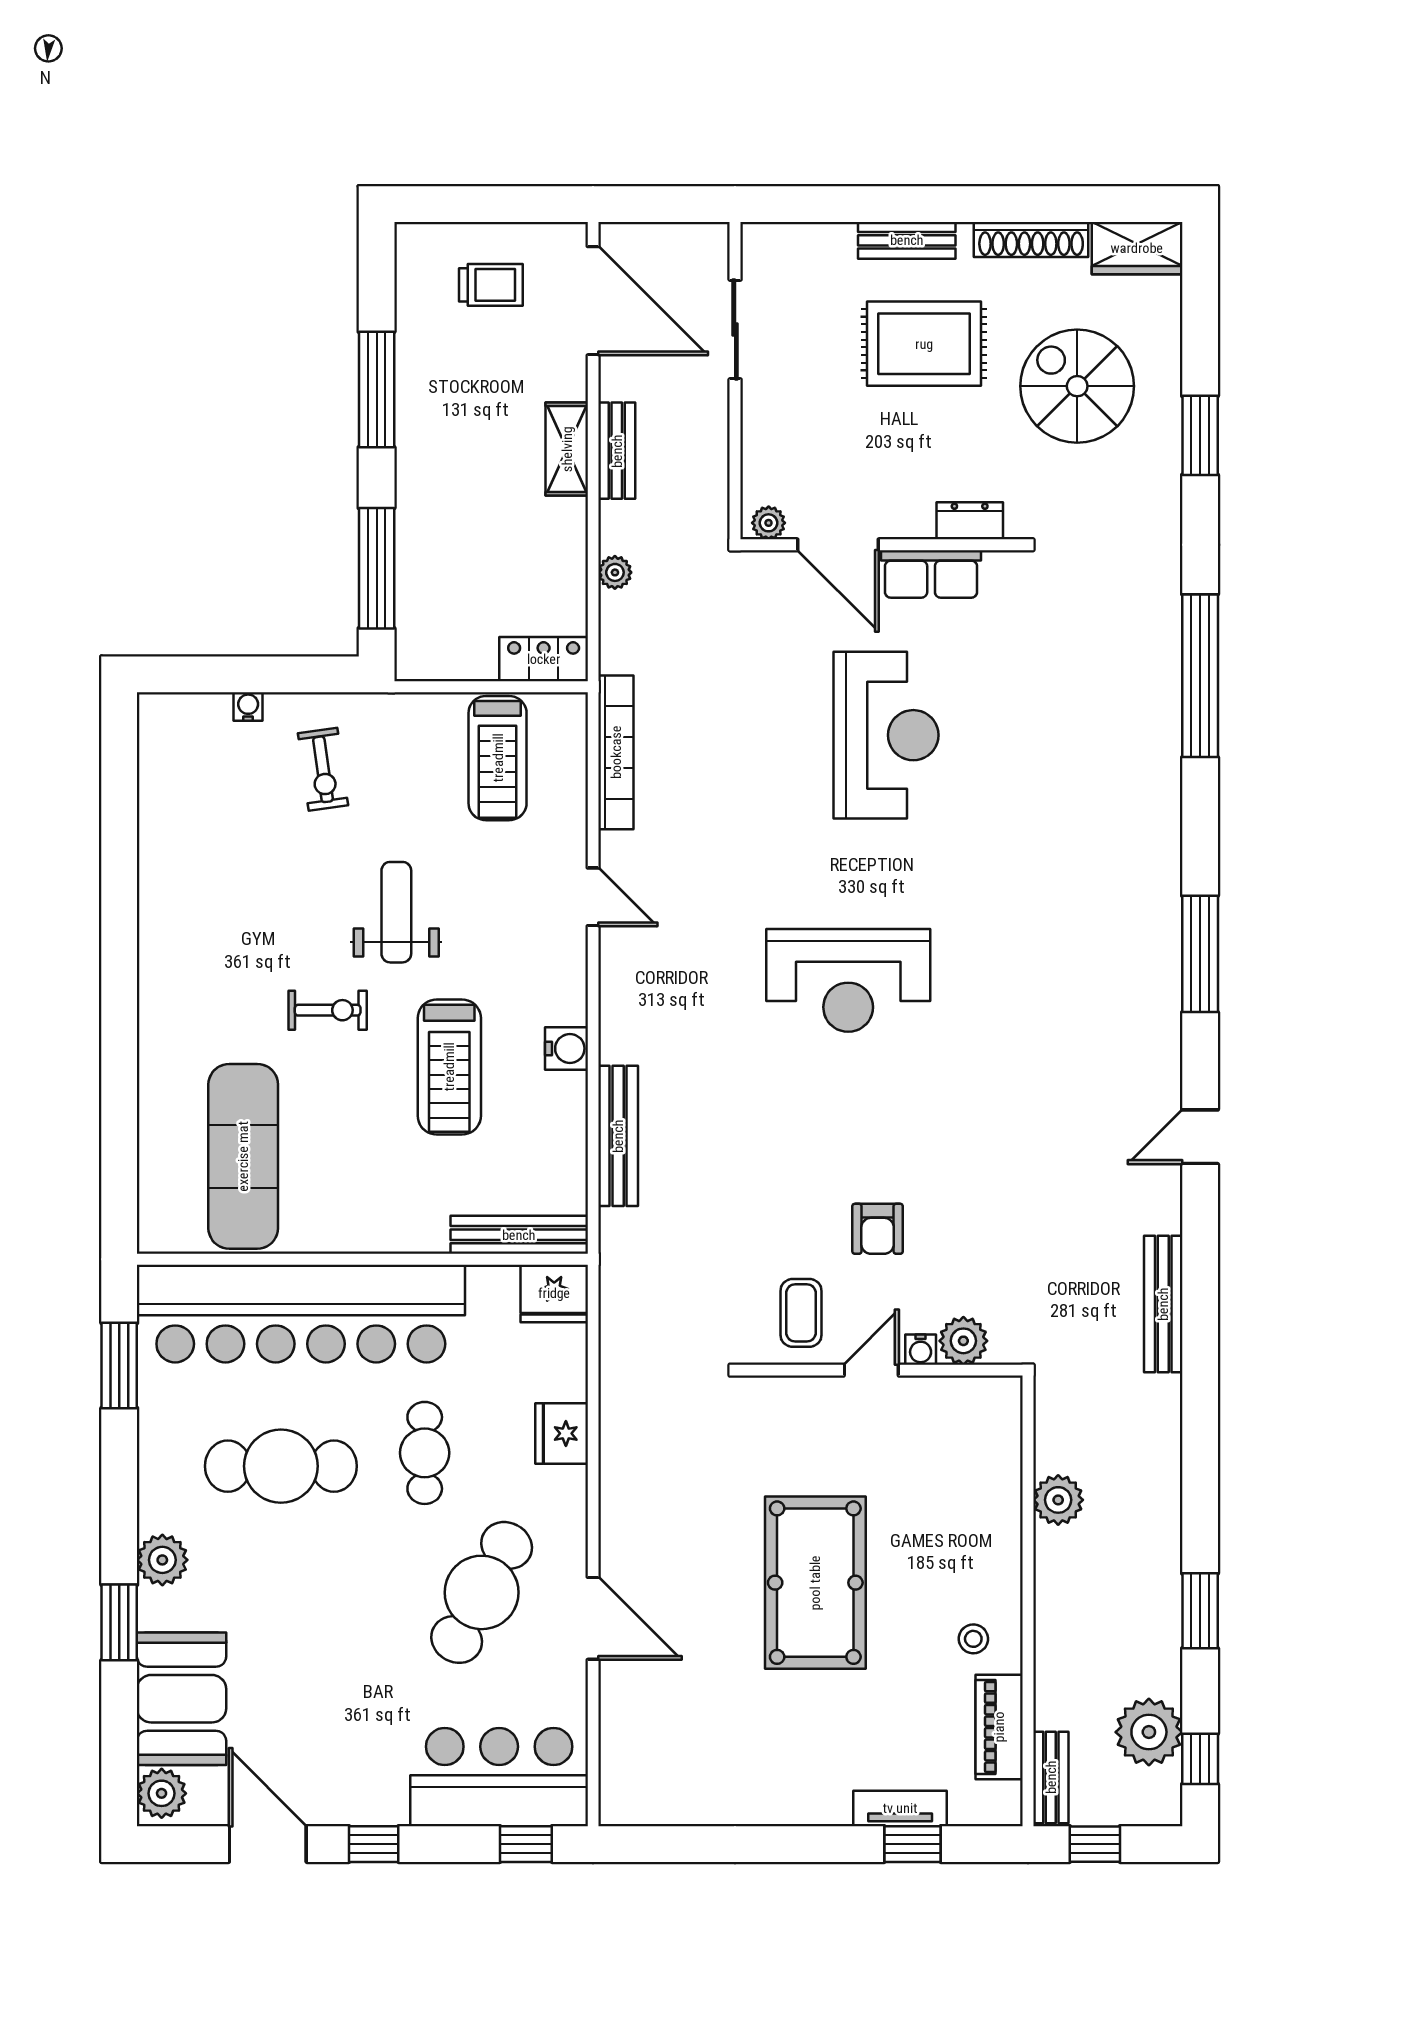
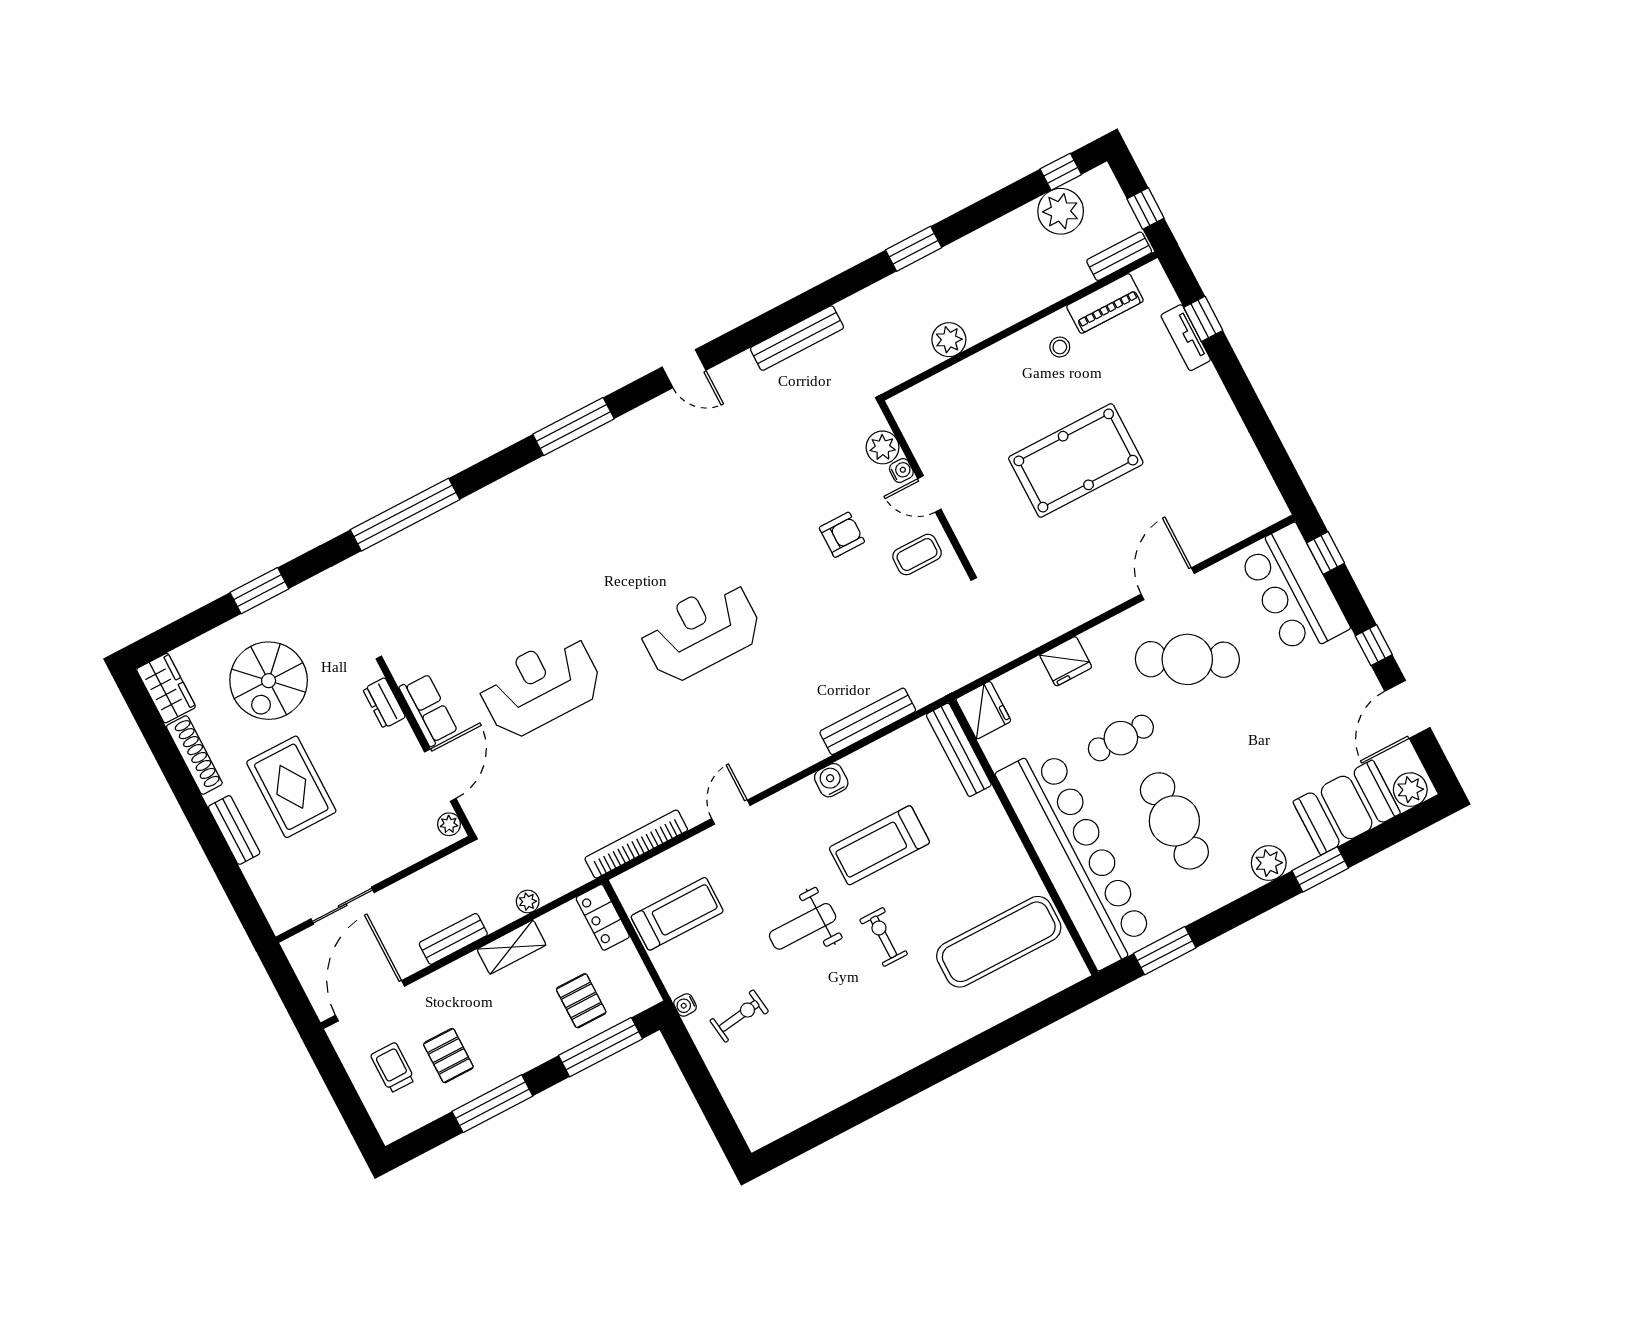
pallet: (469, 365) -> (448, 1056), added
shelving: (567, 449) -> (512, 947), moved
pallet: (450, 575) -> (581, 1001), added
water cooler: (248, 707) -> (685, 1005), moved
reception desk: (848, 980) -> (701, 631), turned -90
treadmill: (449, 1067) -> (879, 845), turned 180
window: (1200, 1611) -> (914, 249), moved

